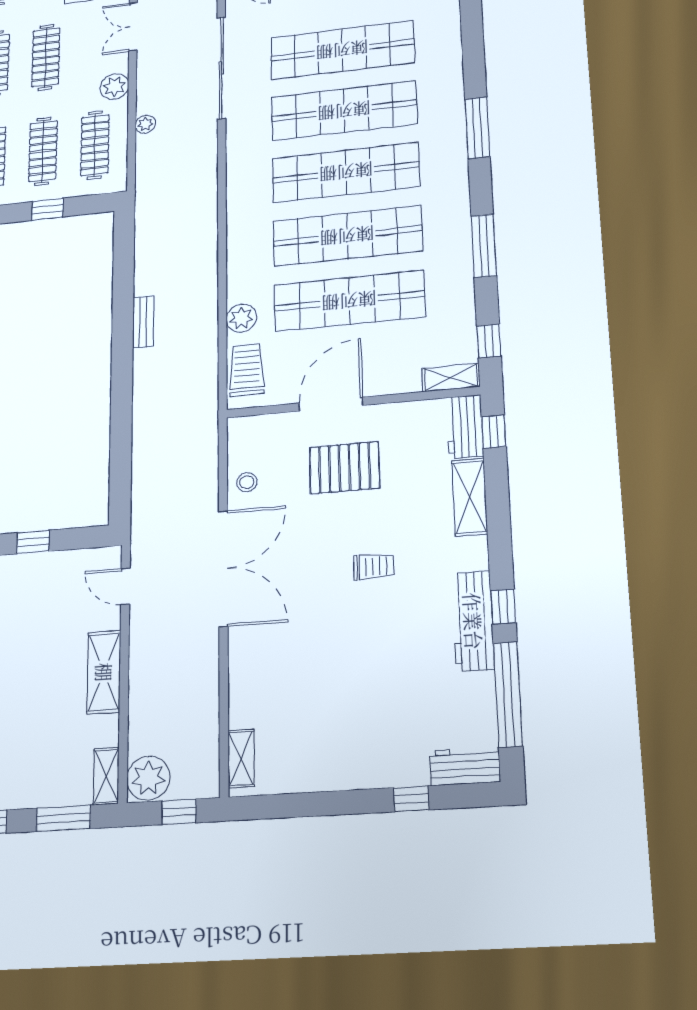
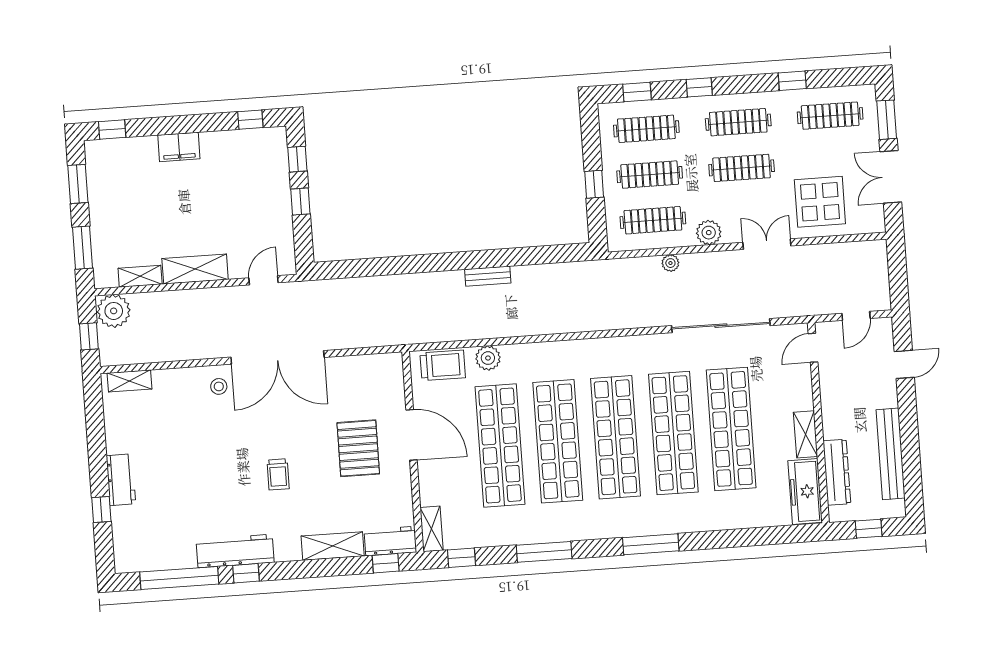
stool: (247, 482) -> (219, 386), moved
workbench: (465, 766) -> (121, 480), moved
shelving: (106, 776) -> (140, 276), moved

